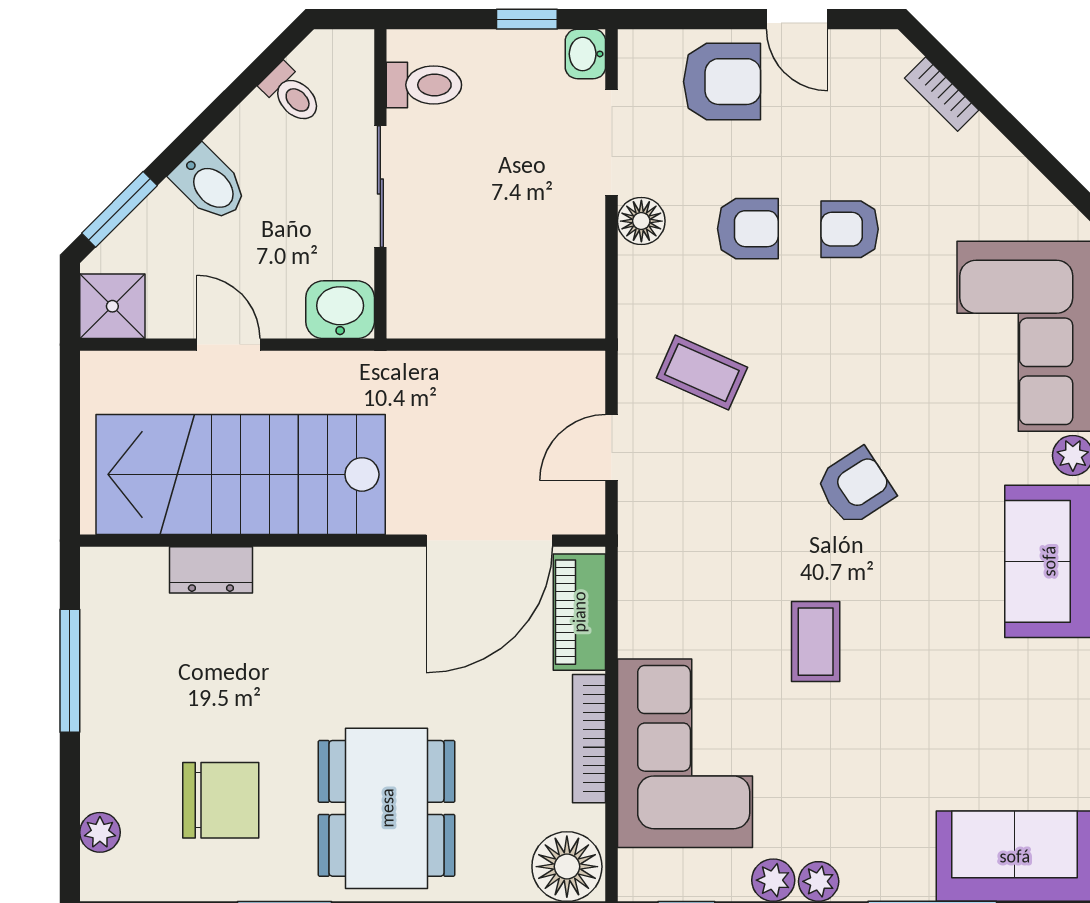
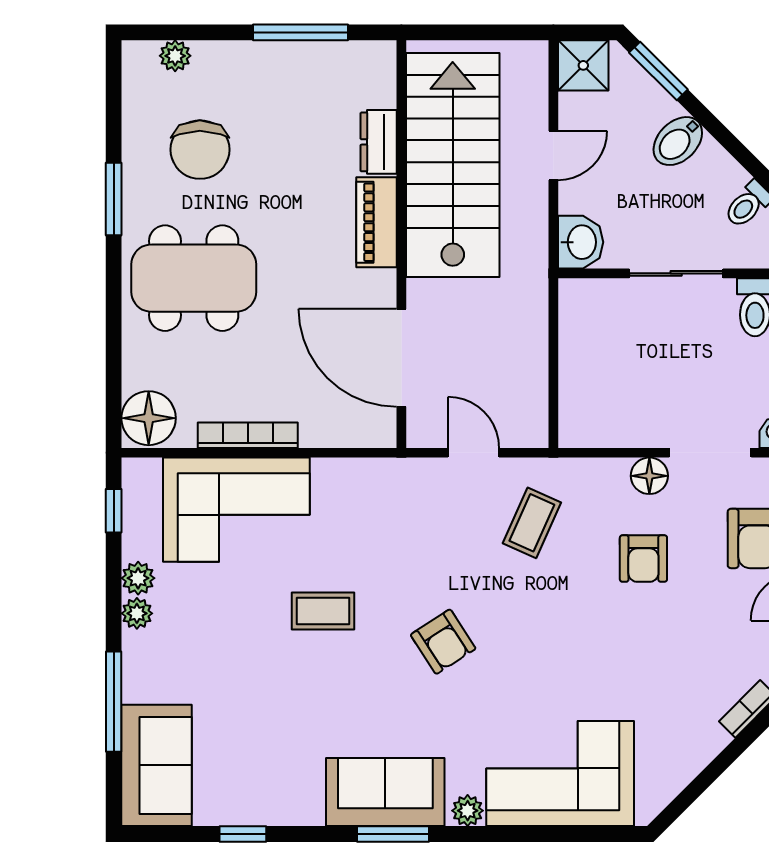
armchair: (850, 229) -> (643, 637), removed
piano: (579, 612) -> (377, 222), moved, turned -90

